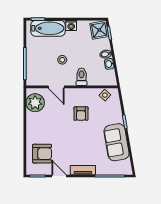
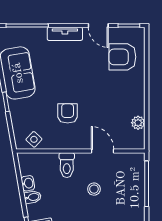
plant: (35, 103) -> (138, 123), width x0.53, depth x0.53

